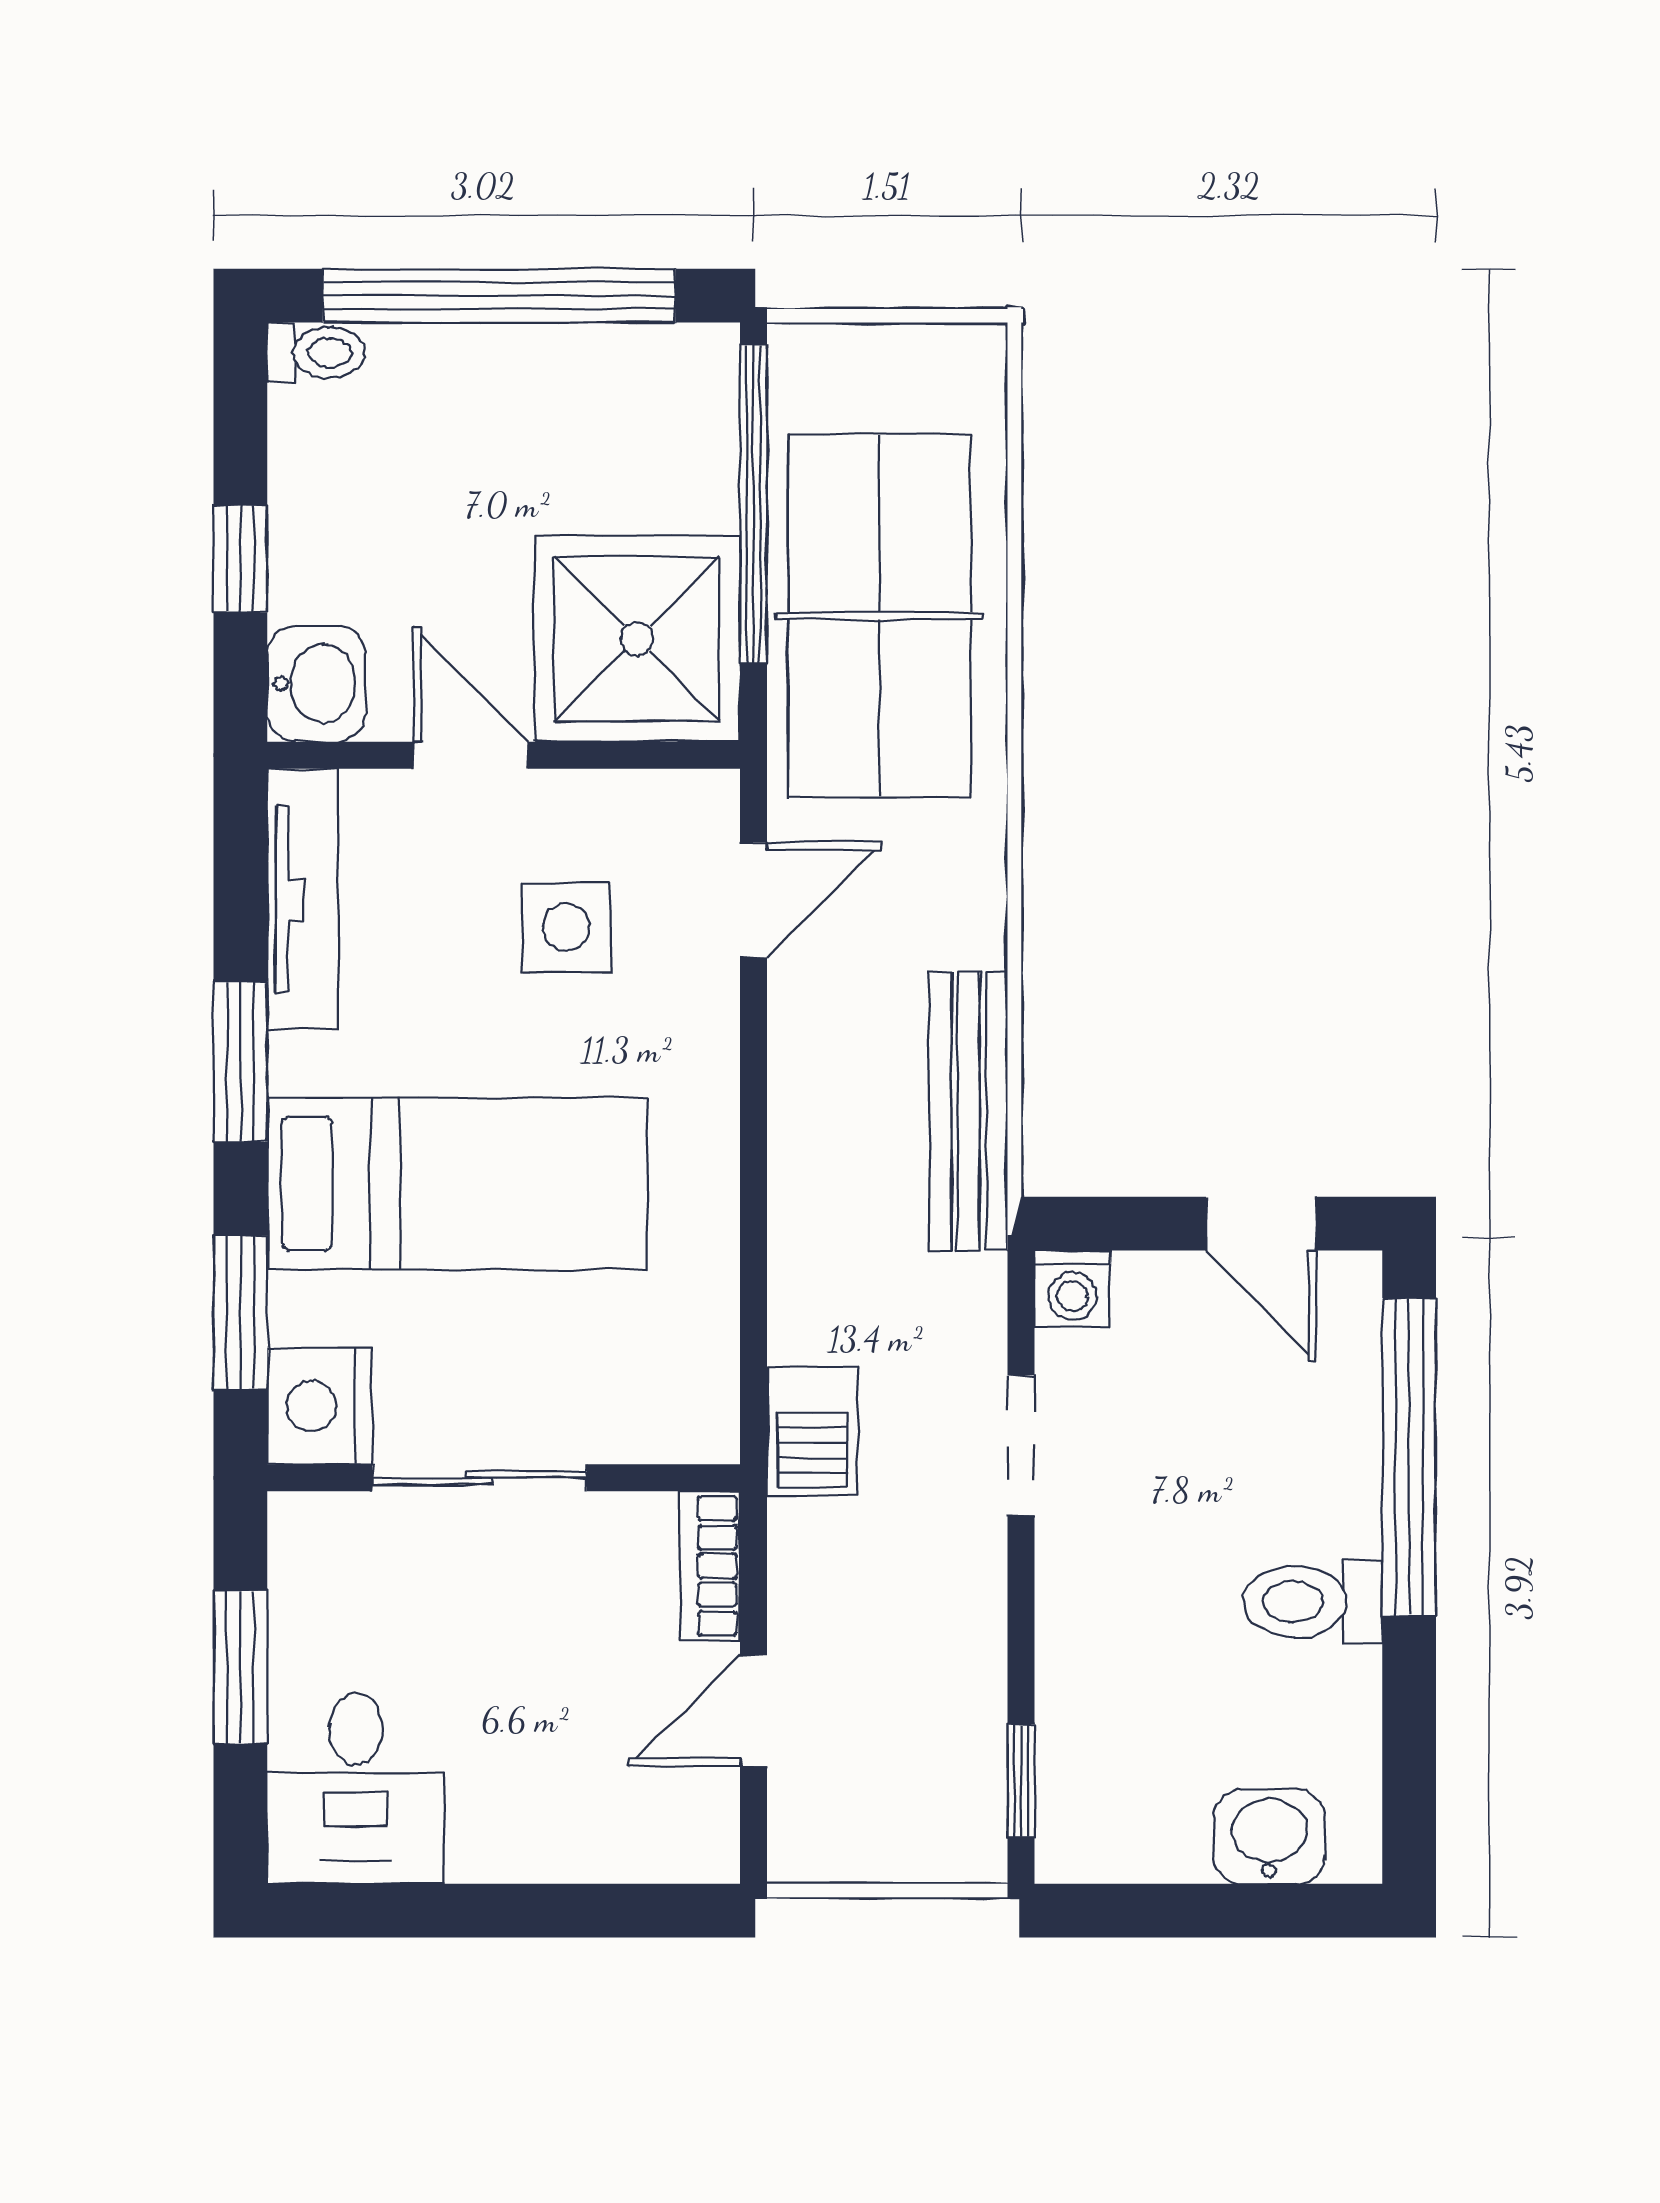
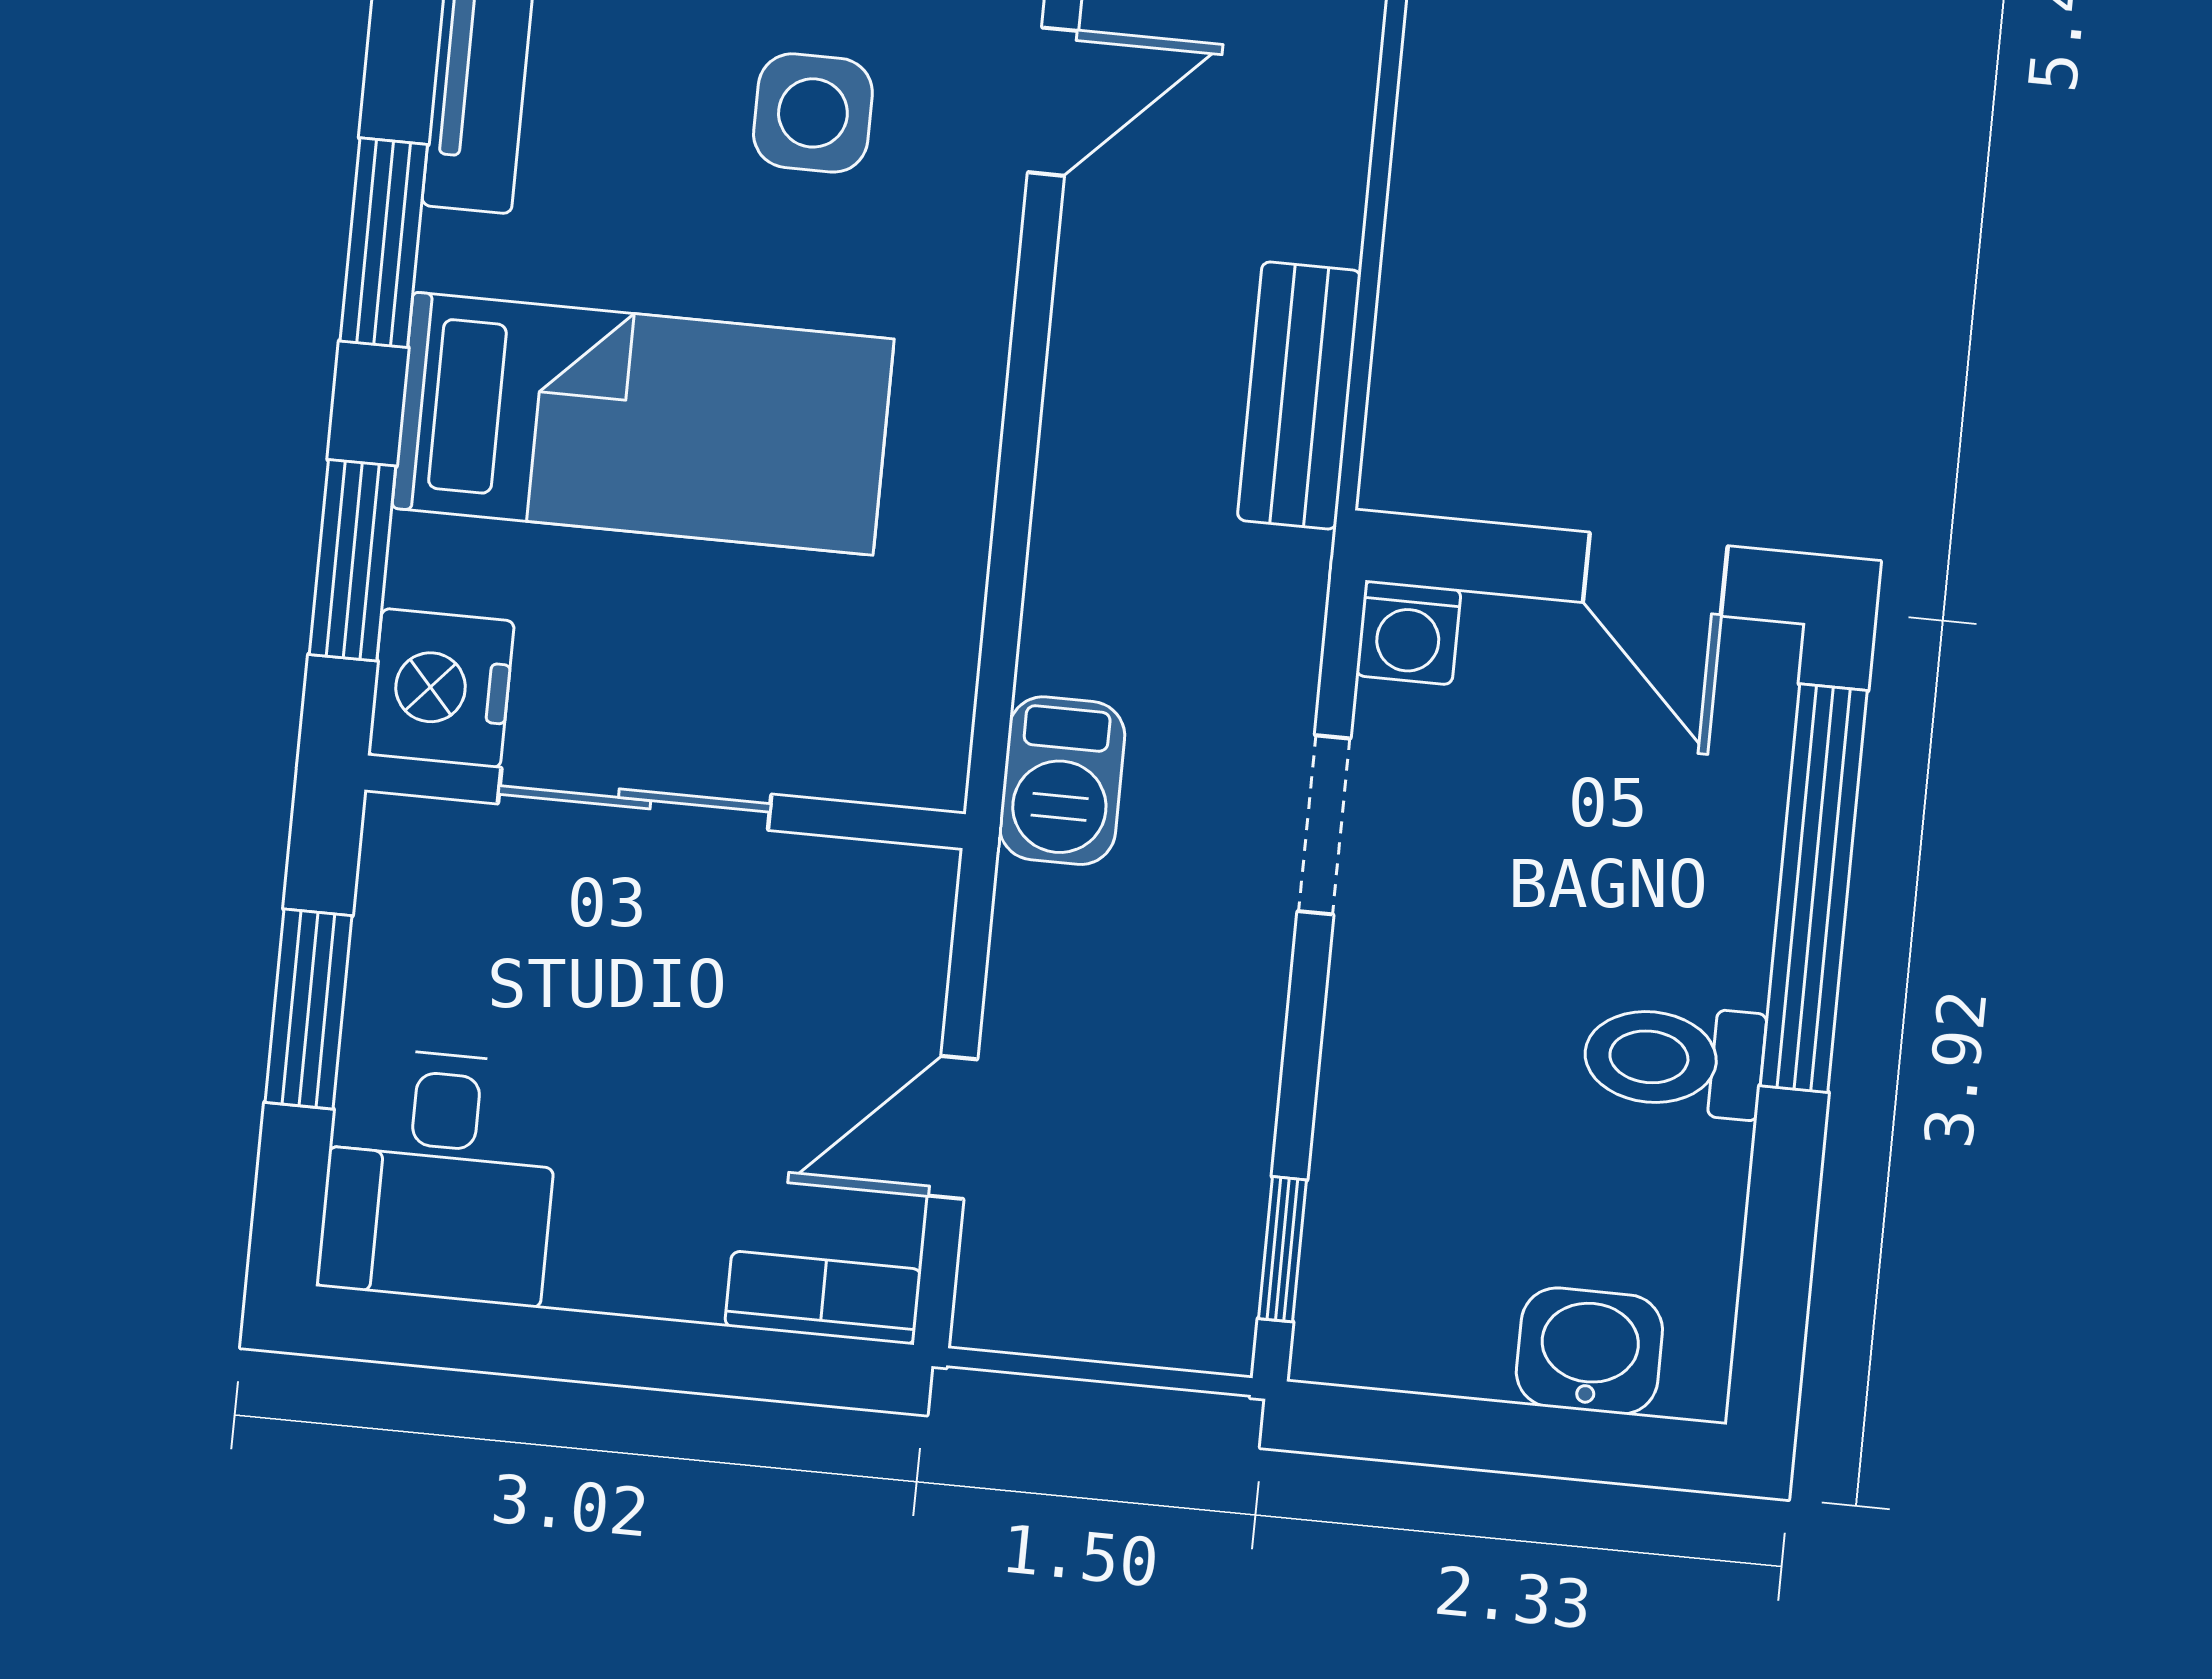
bench: (969, 1111) -> (1299, 395), width x0.73
bookcase: (710, 1566) -> (823, 1298), moved, turned 90

